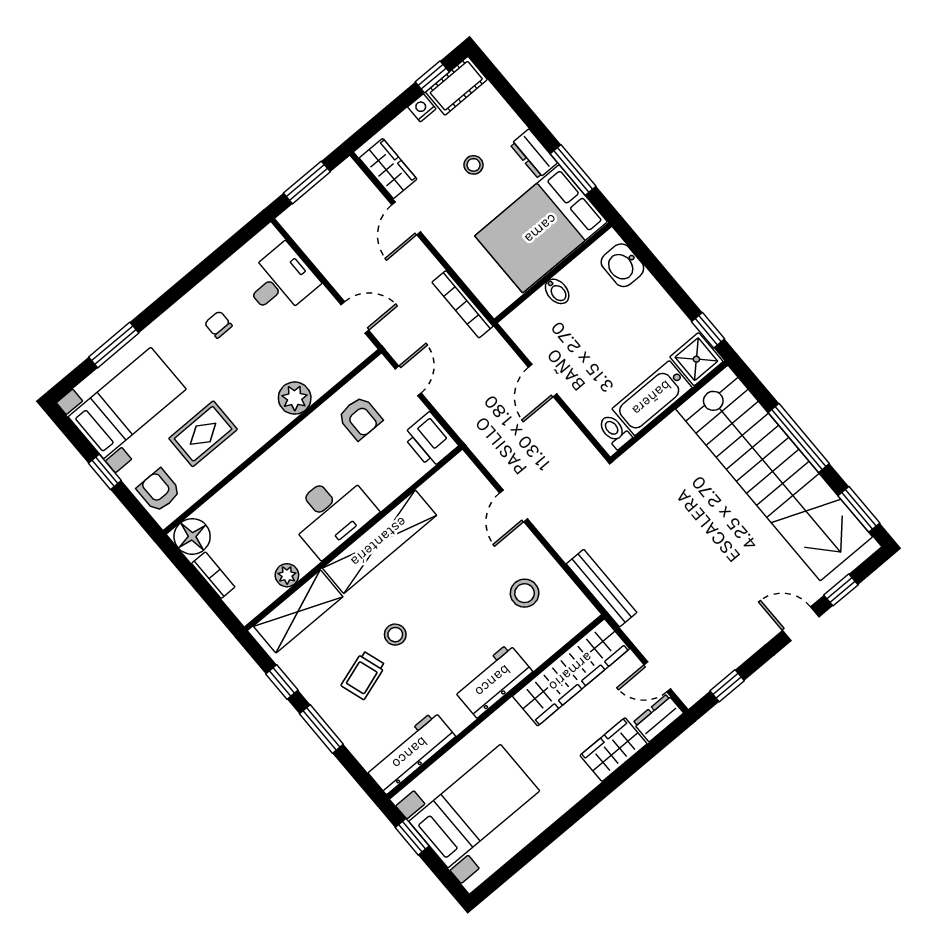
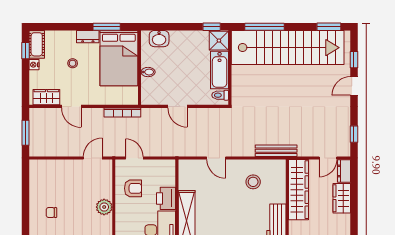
desk: (280, 281) -> (55, 175), removed
window: (799, 438) -> (264, 27), moved
printer: (430, 440) -> (166, 198), moved, turned 90

